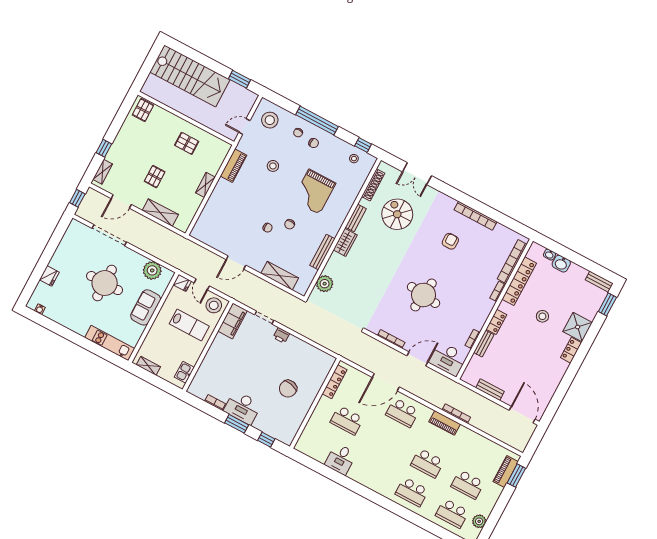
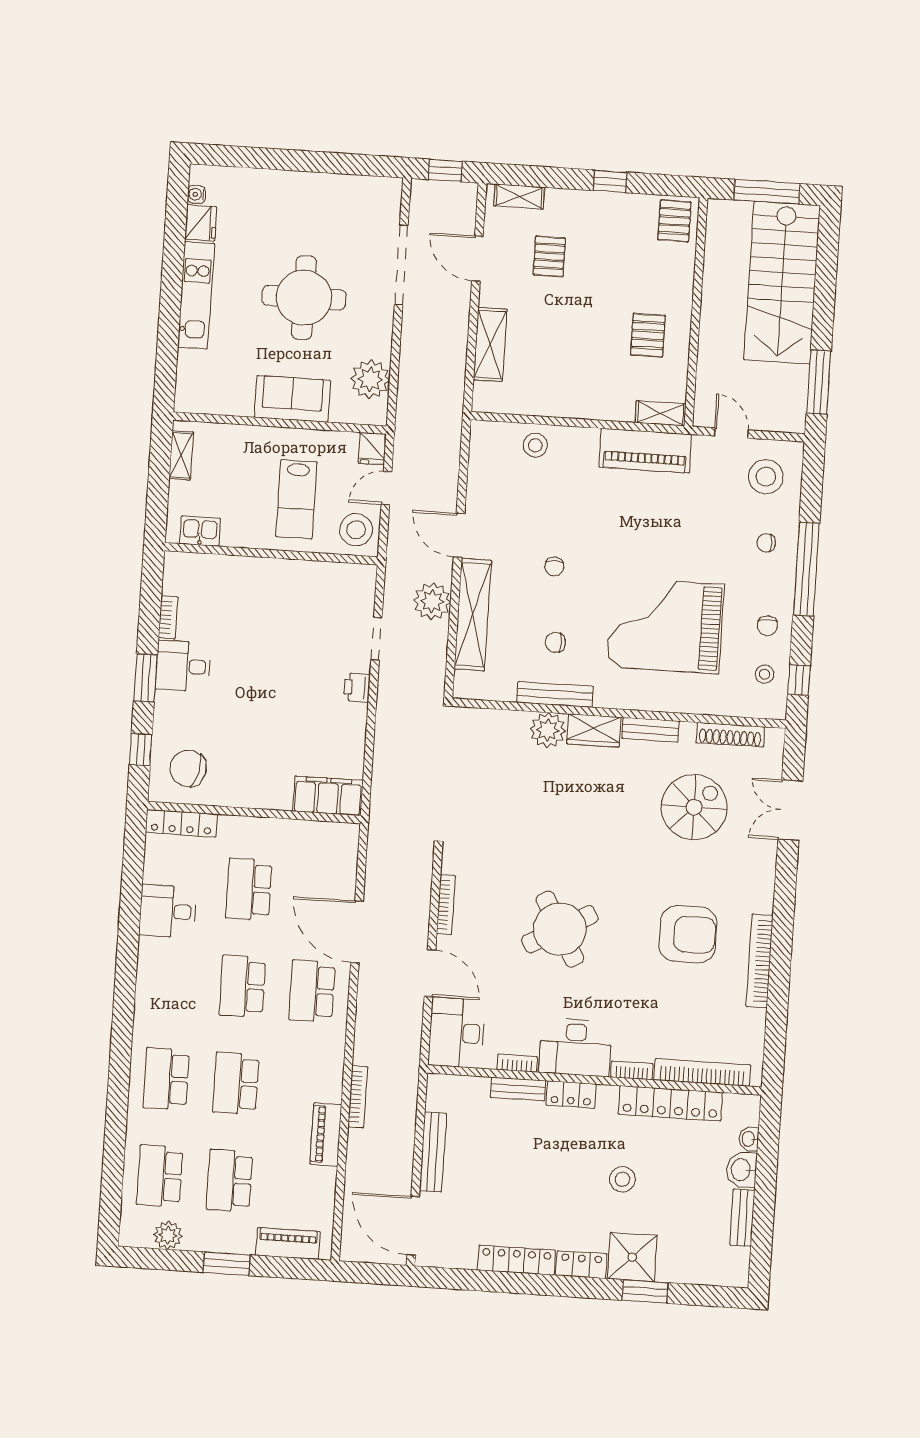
window: (148, 65) -> (767, 192), added
window: (239, 79) -> (819, 382), width x1.44
pallet: (143, 110) -> (674, 221), turned 90
chair: (314, 143) -> (767, 626), moved
window: (104, 148) -> (610, 181), moved
piano: (233, 166) -> (645, 451), width x1.37, depth x1.33
stool: (273, 166) -> (535, 445), moved
pallet: (155, 177) -> (549, 256), moved, turned 90
shelving: (205, 185) -> (661, 413), moved
grand piano: (314, 192) -> (665, 626), width x1.37, depth x1.48
chair: (290, 224) -> (555, 642), moved
armchair: (450, 241) -> (688, 934), width x1.88, depth x1.88
fridge: (49, 276) -> (201, 223), moved, turned -90
shelving: (280, 276) -> (473, 615), width x1.47
bench: (599, 282) -> (742, 1218), moved
plant: (325, 284) -> (548, 730), moved
plant: (259, 287) -> (432, 601), added
round table: (424, 295) -> (560, 929), turned -36
window: (607, 304) -> (645, 1291), moved
desk: (477, 311) -> (575, 1047), added
filing cabinet: (233, 321) -> (328, 796), moved, turned 180
kitchen unit: (110, 343) -> (196, 295), moved
locker: (557, 377) -> (516, 1260), added
locker: (335, 382) -> (181, 823), moved
chair: (288, 389) -> (188, 768), moved
bench: (490, 390) -> (433, 1152), width x1.36
desk: (243, 408) -> (183, 666), width x0.73
door: (522, 415) -> (413, 1226), swing flipped
piano: (445, 423) -> (326, 1134), moved
school desk: (387, 442) -> (242, 986), added
window: (516, 476) -> (227, 1264), moved

